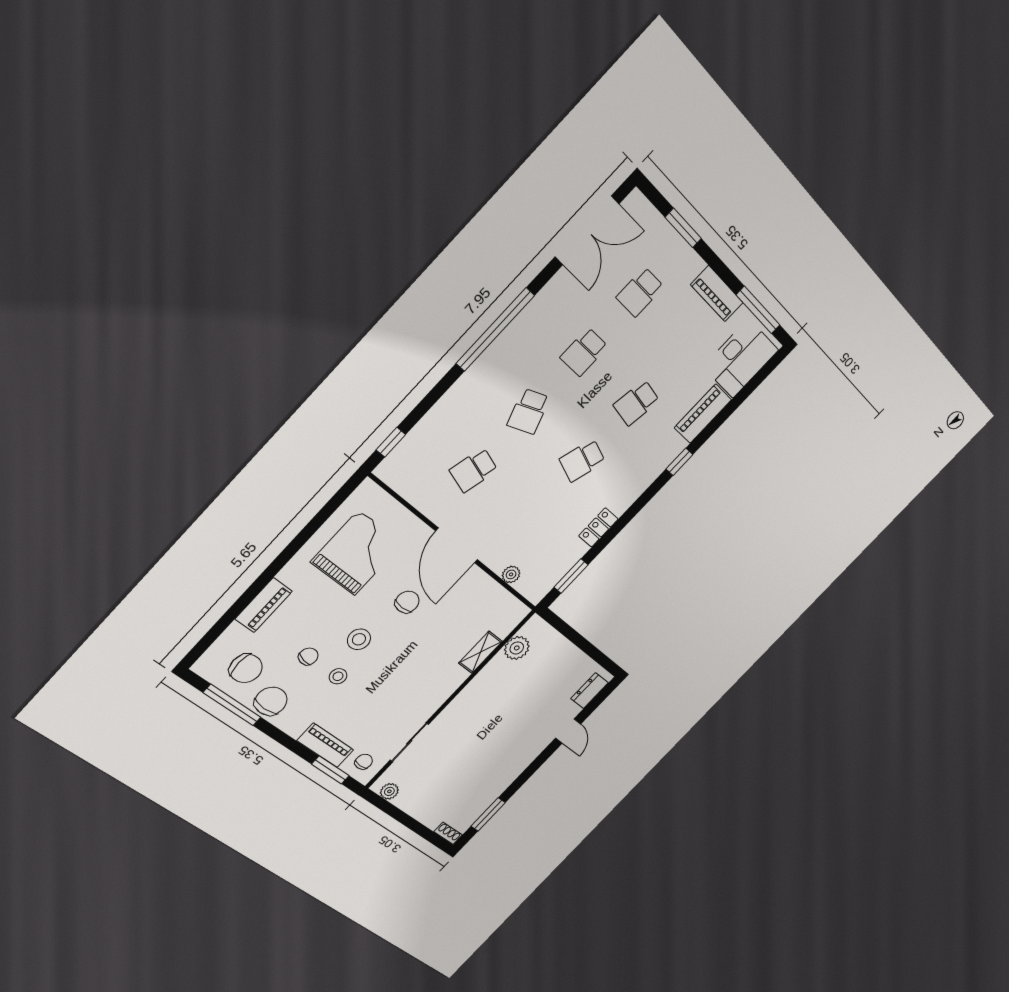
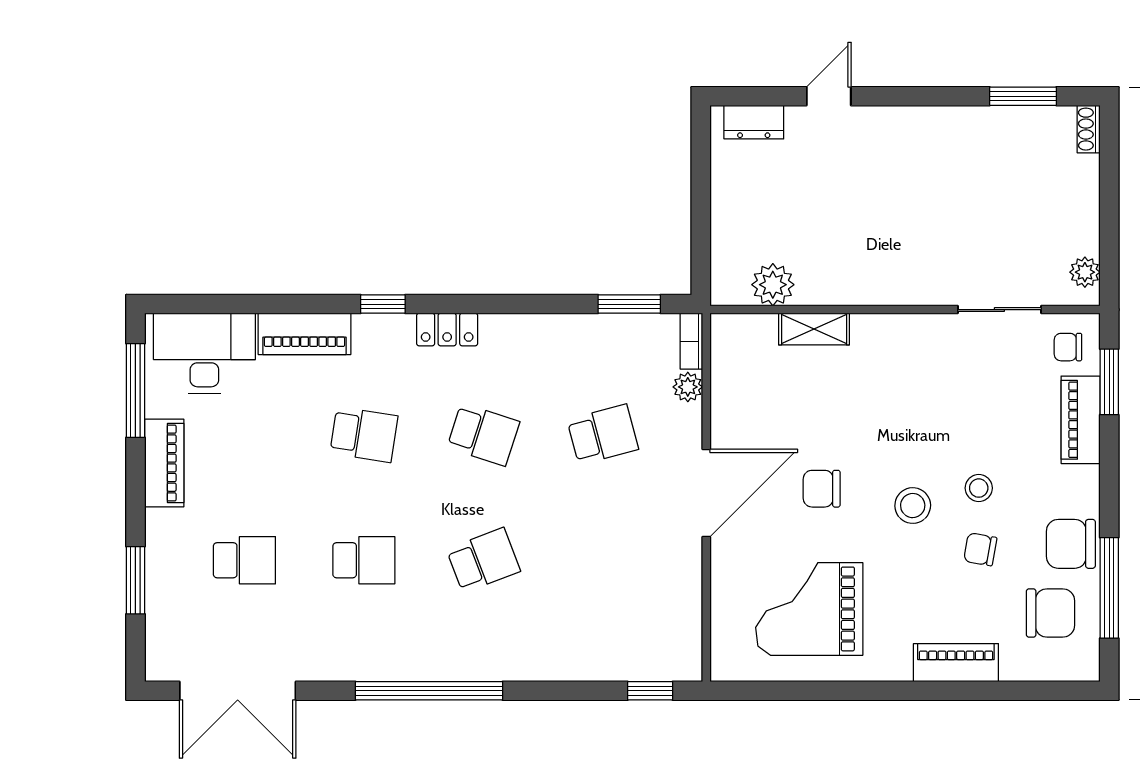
double door: (587, 230) -> (238, 691), swing flipped
school desk: (474, 470) -> (603, 435), moved, turned -30
locker: (598, 527) -> (447, 330), moved
bookcase: (529, 592) -> (691, 341), added
chair: (246, 668) -> (1050, 613), turned 90

